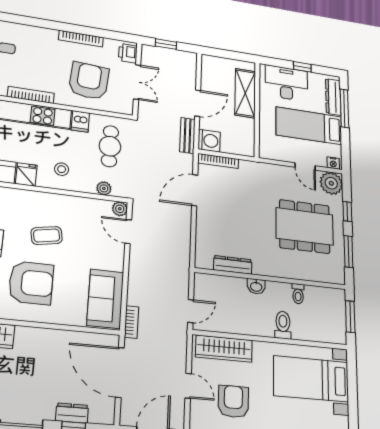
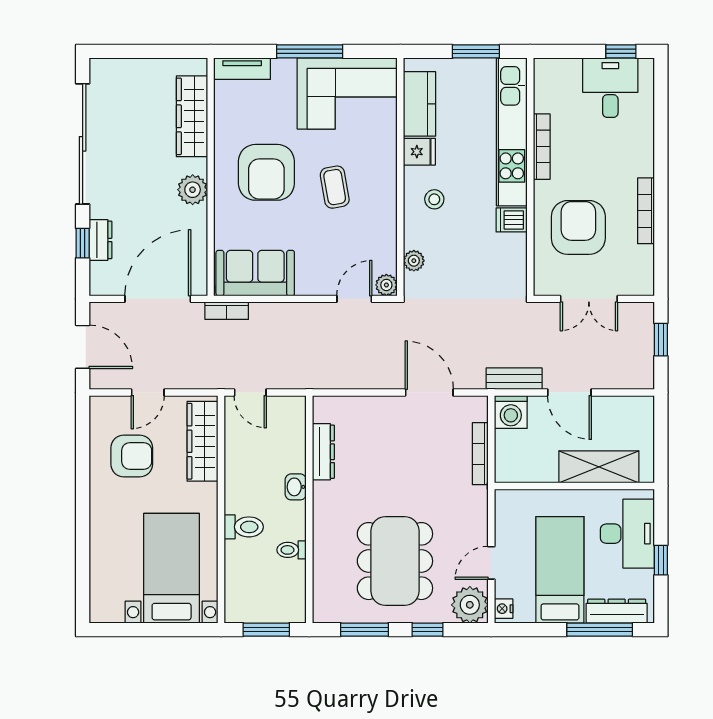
printer: (128, 53) -> (634, 282), removed
armchair: (89, 81) -> (578, 227), turned -94
cafe table: (110, 146) -> (480, 265), removed
bookcase: (218, 161) -> (480, 454), moved
plant: (39, 339) -> (193, 190), added

